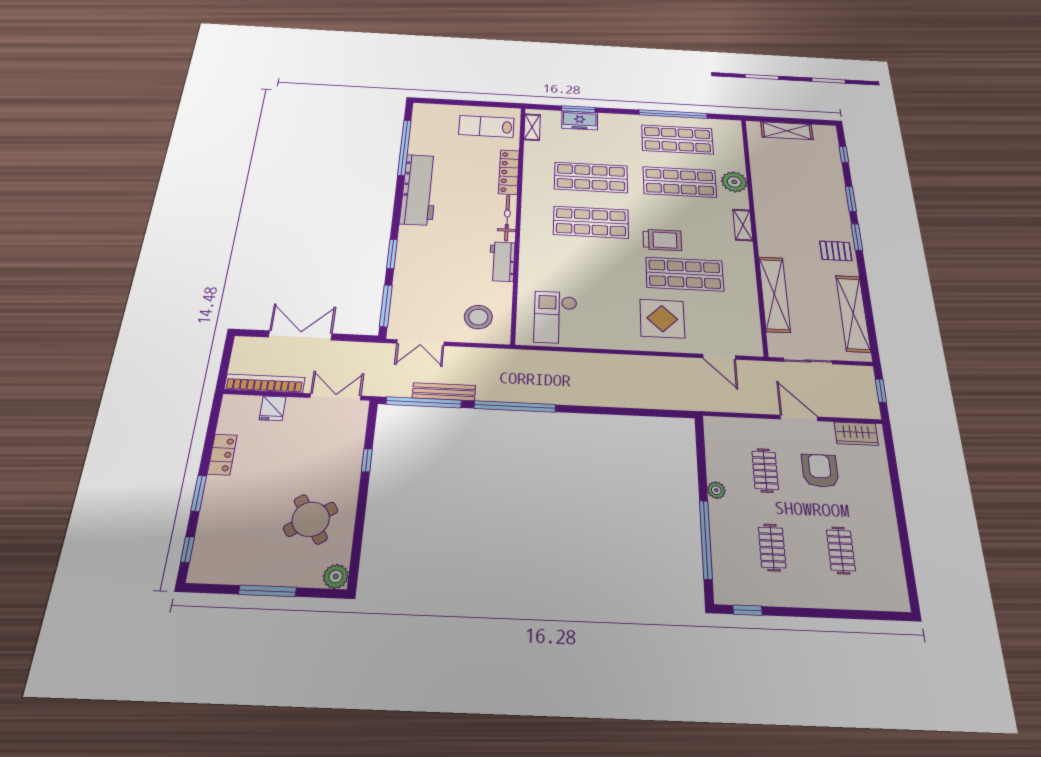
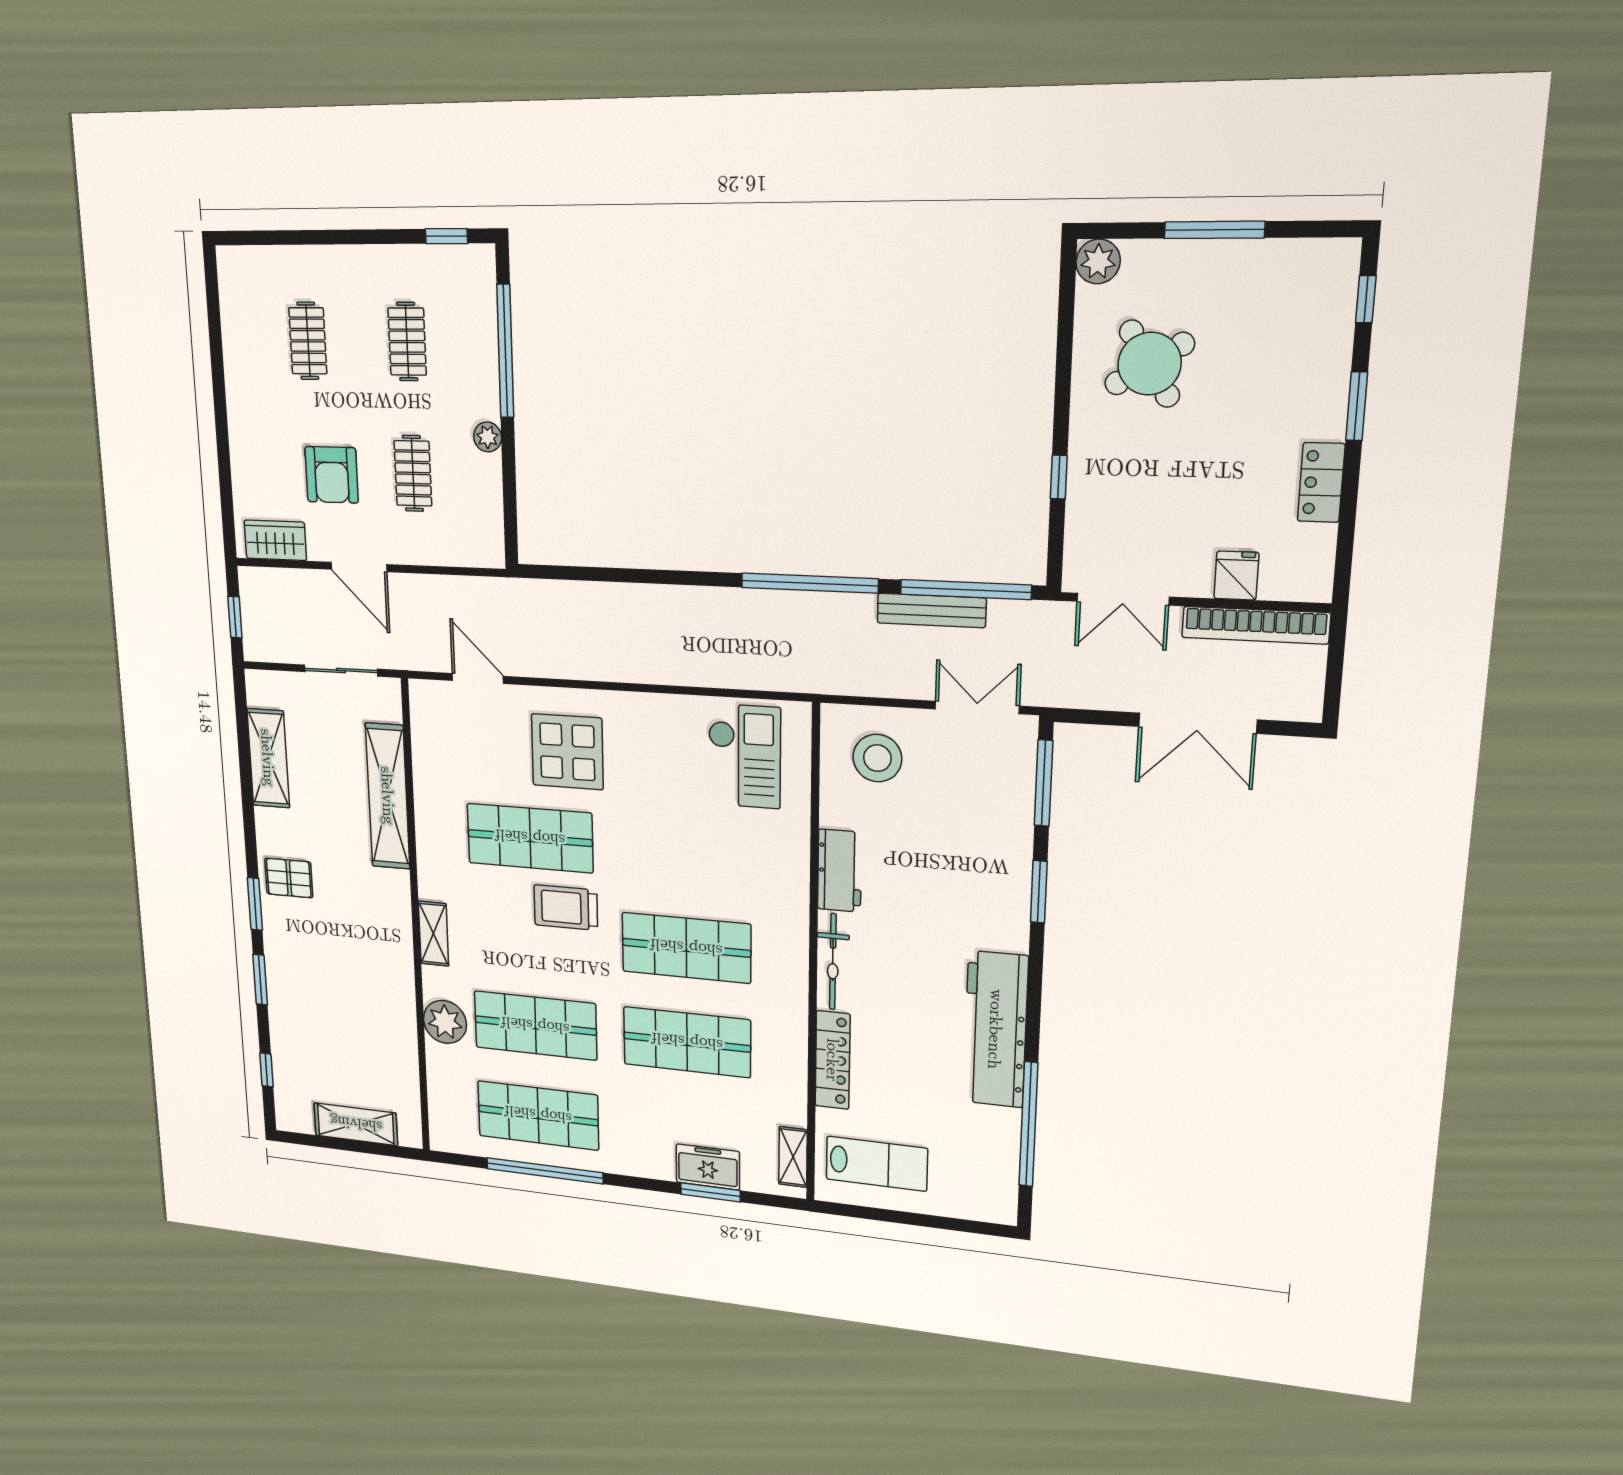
shelving: (853, 313) -> (268, 758), width x0.68

